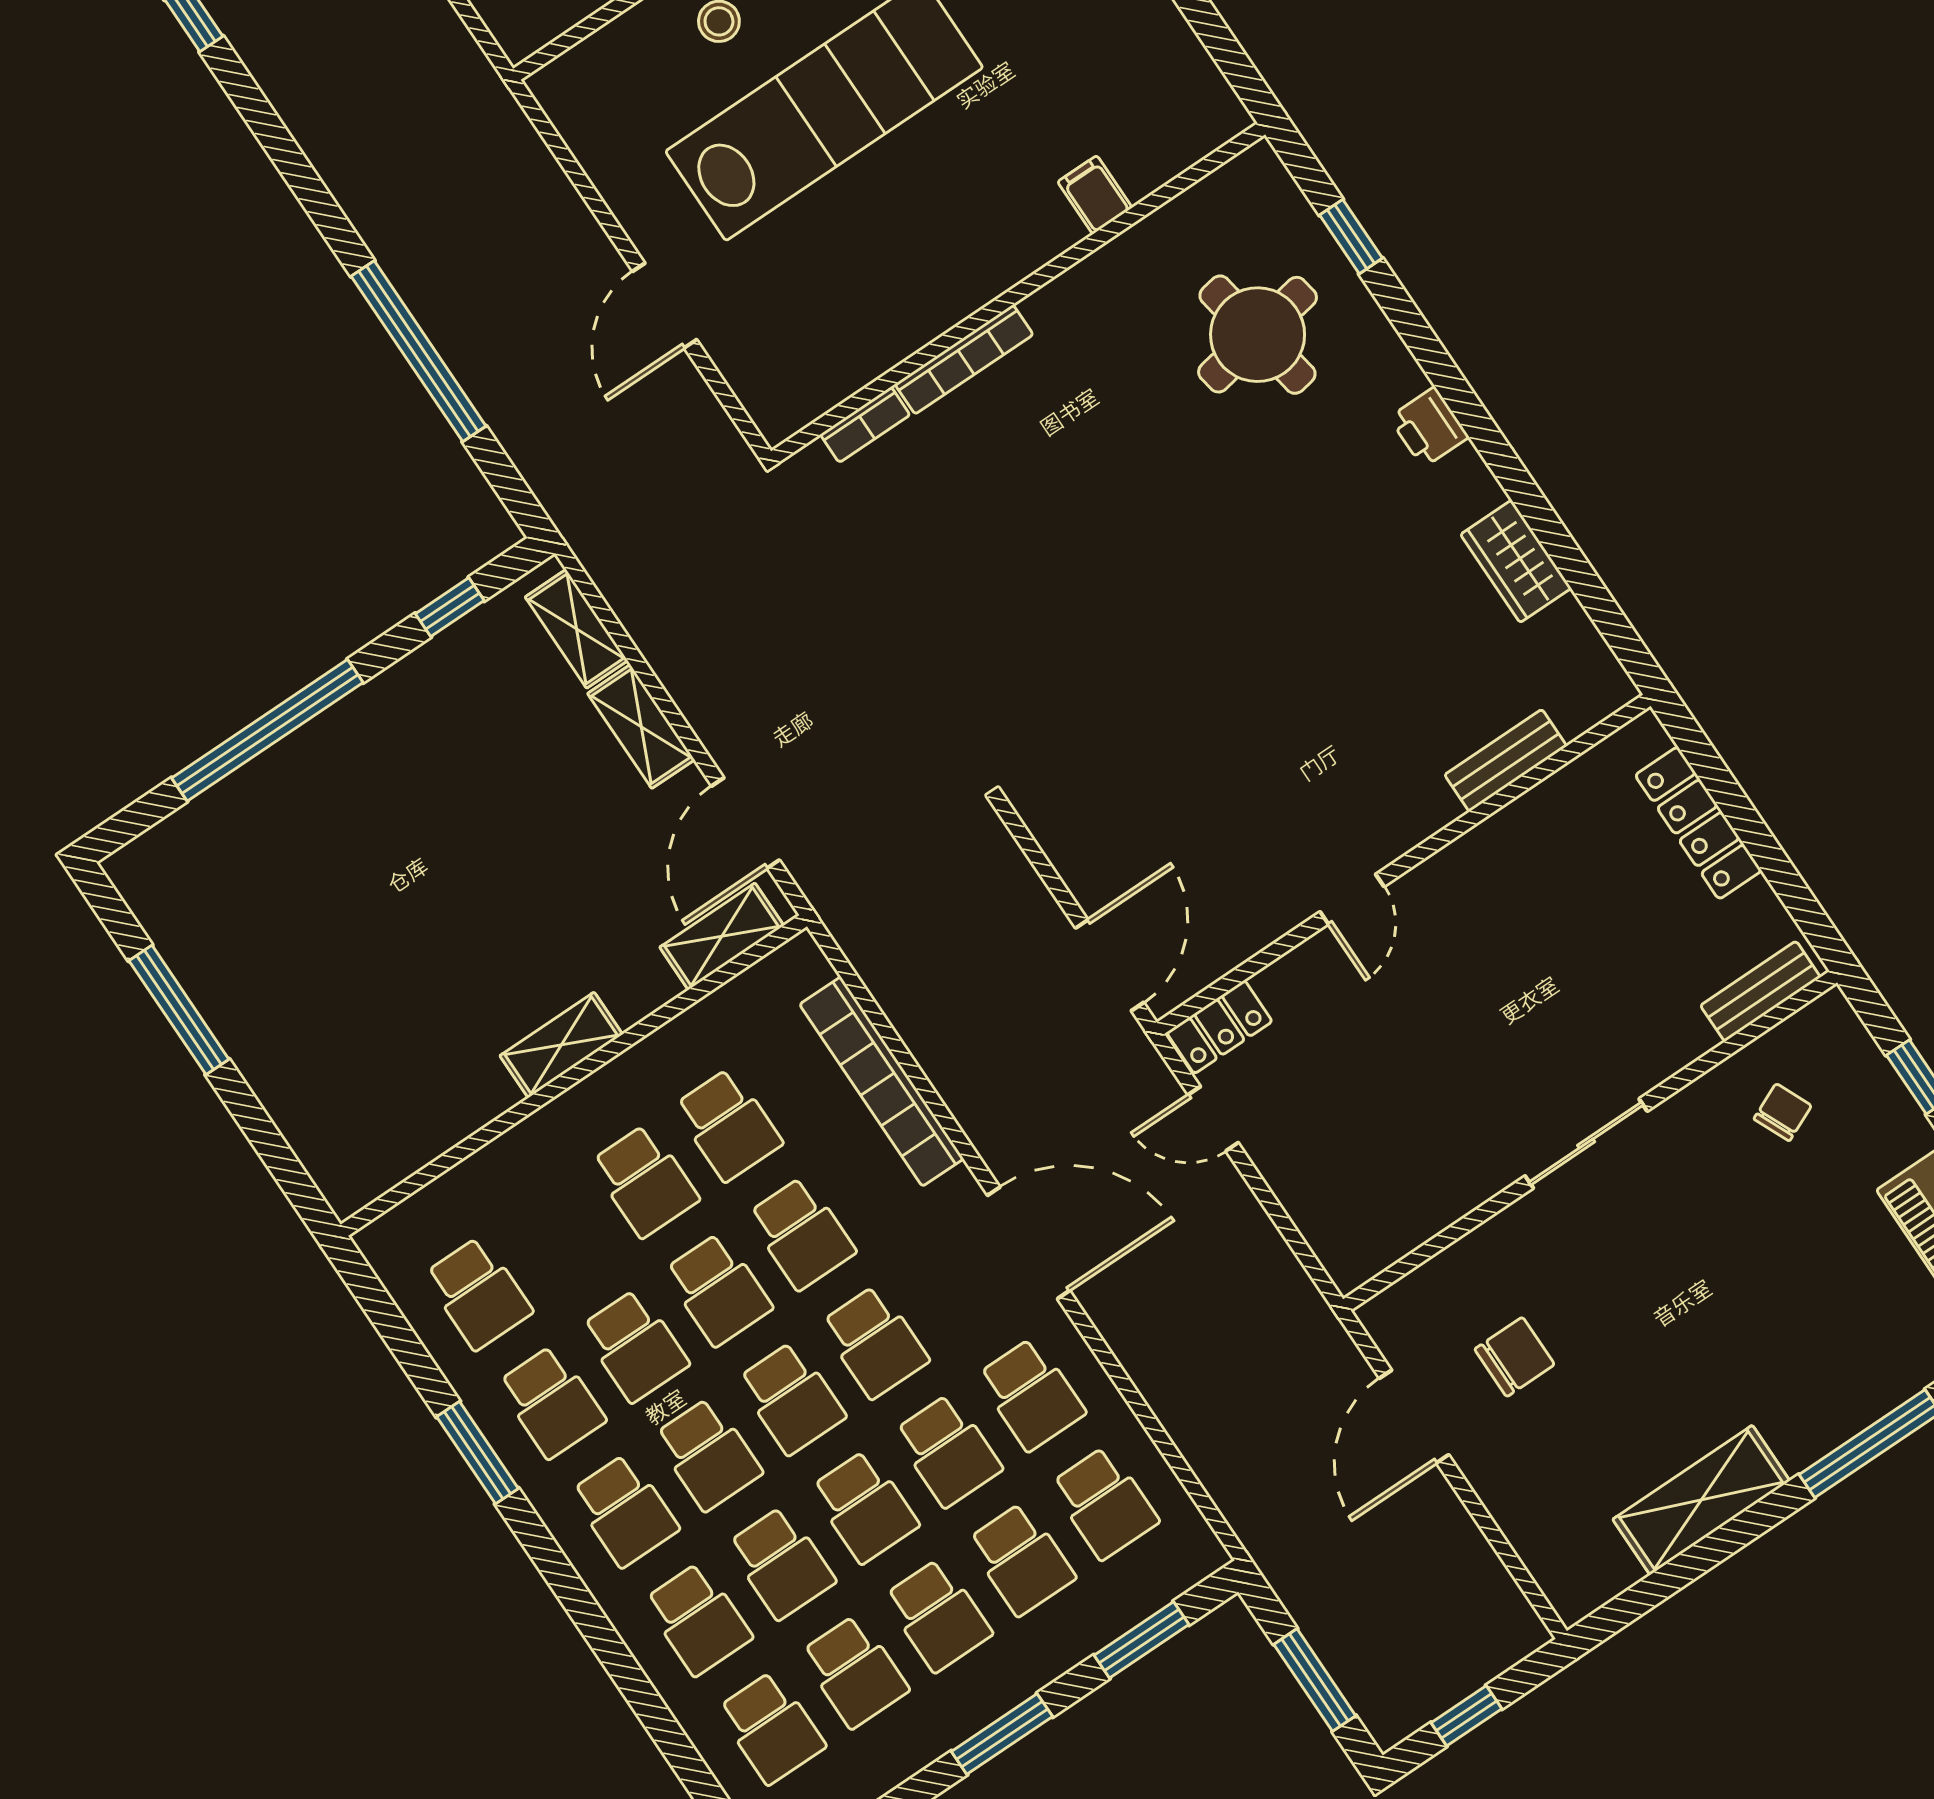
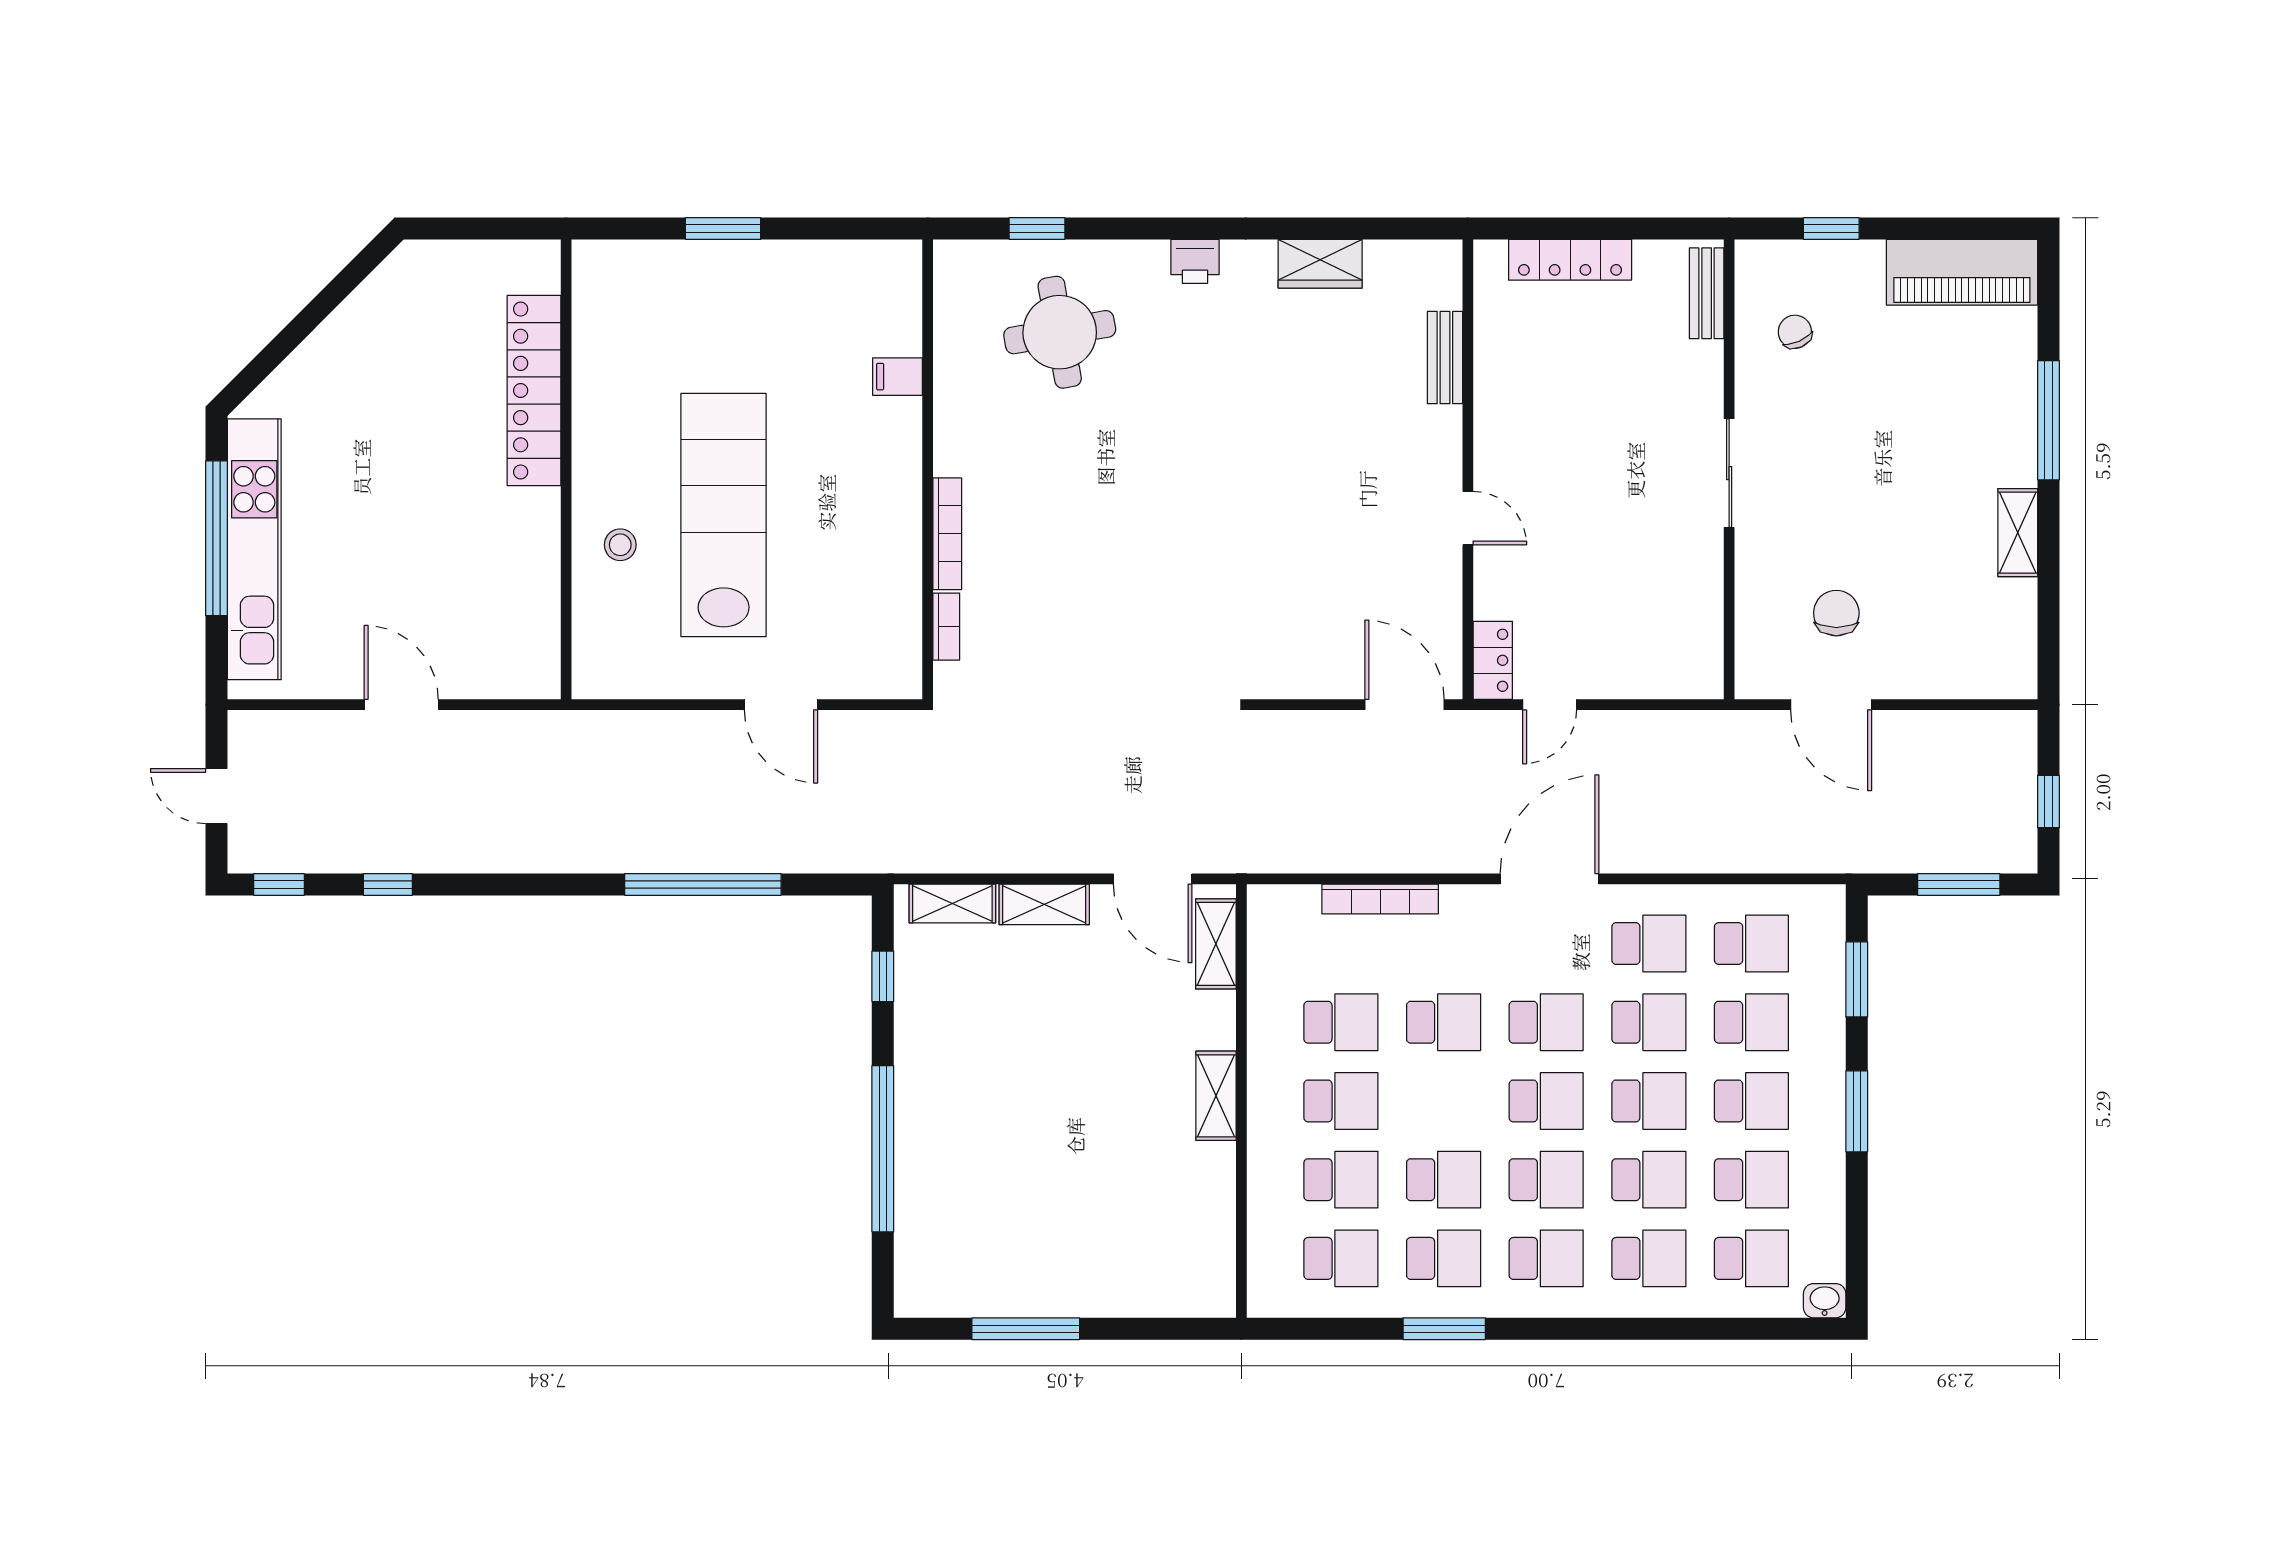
bookcase: (882, 1082) -> (1380, 899), width x0.68, depth x0.76
school desk: (718, 1289) -> (1341, 1180), moved
shelving: (1701, 1500) -> (2018, 533), width x0.67, depth x0.75

